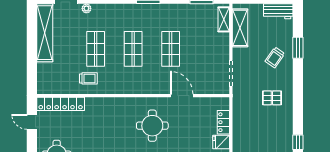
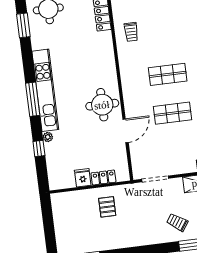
shop shelf: (96, 49) -> (163, 36), removed
pallet: (272, 98) -> (107, 207), moved
round table: (152, 126) -> (102, 105), moved

